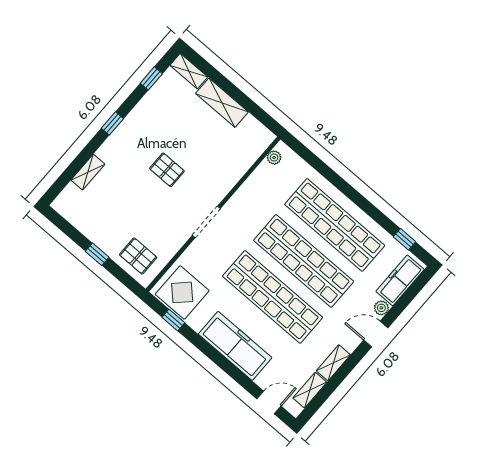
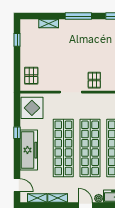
window: (112, 123) -> (78, 16), width x2.17
pallet: (167, 170) -> (94, 80), moved
window: (97, 254) -> (17, 40), moved
window: (173, 320) -> (17, 133), moved

